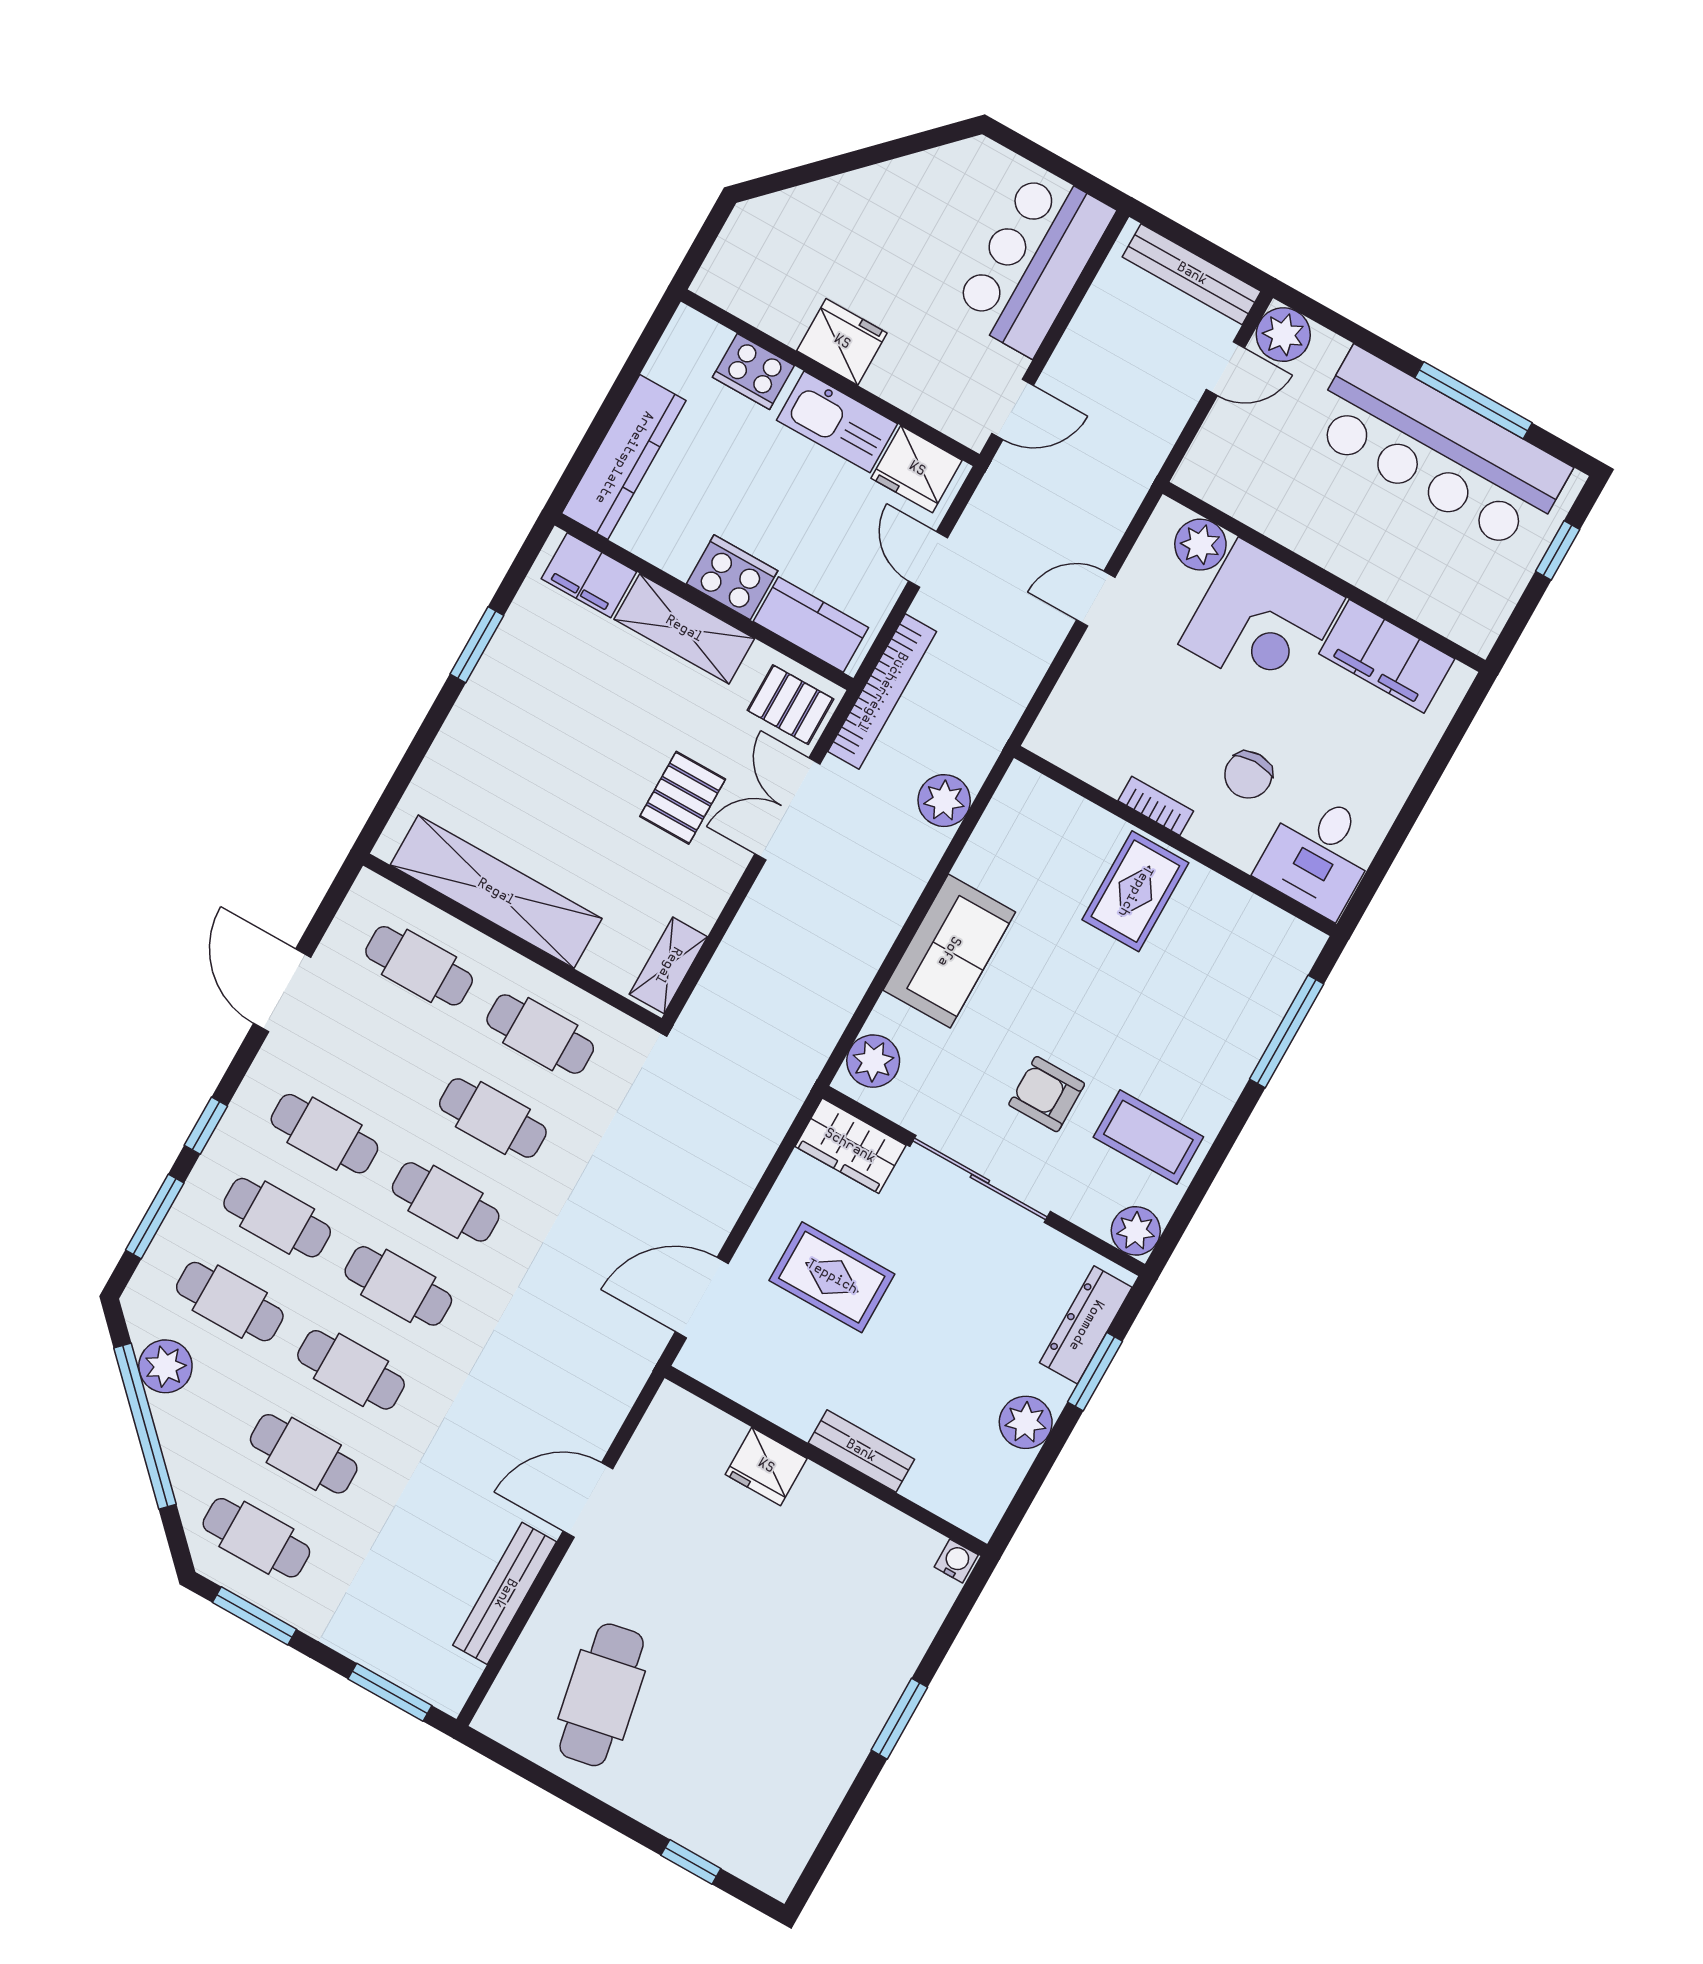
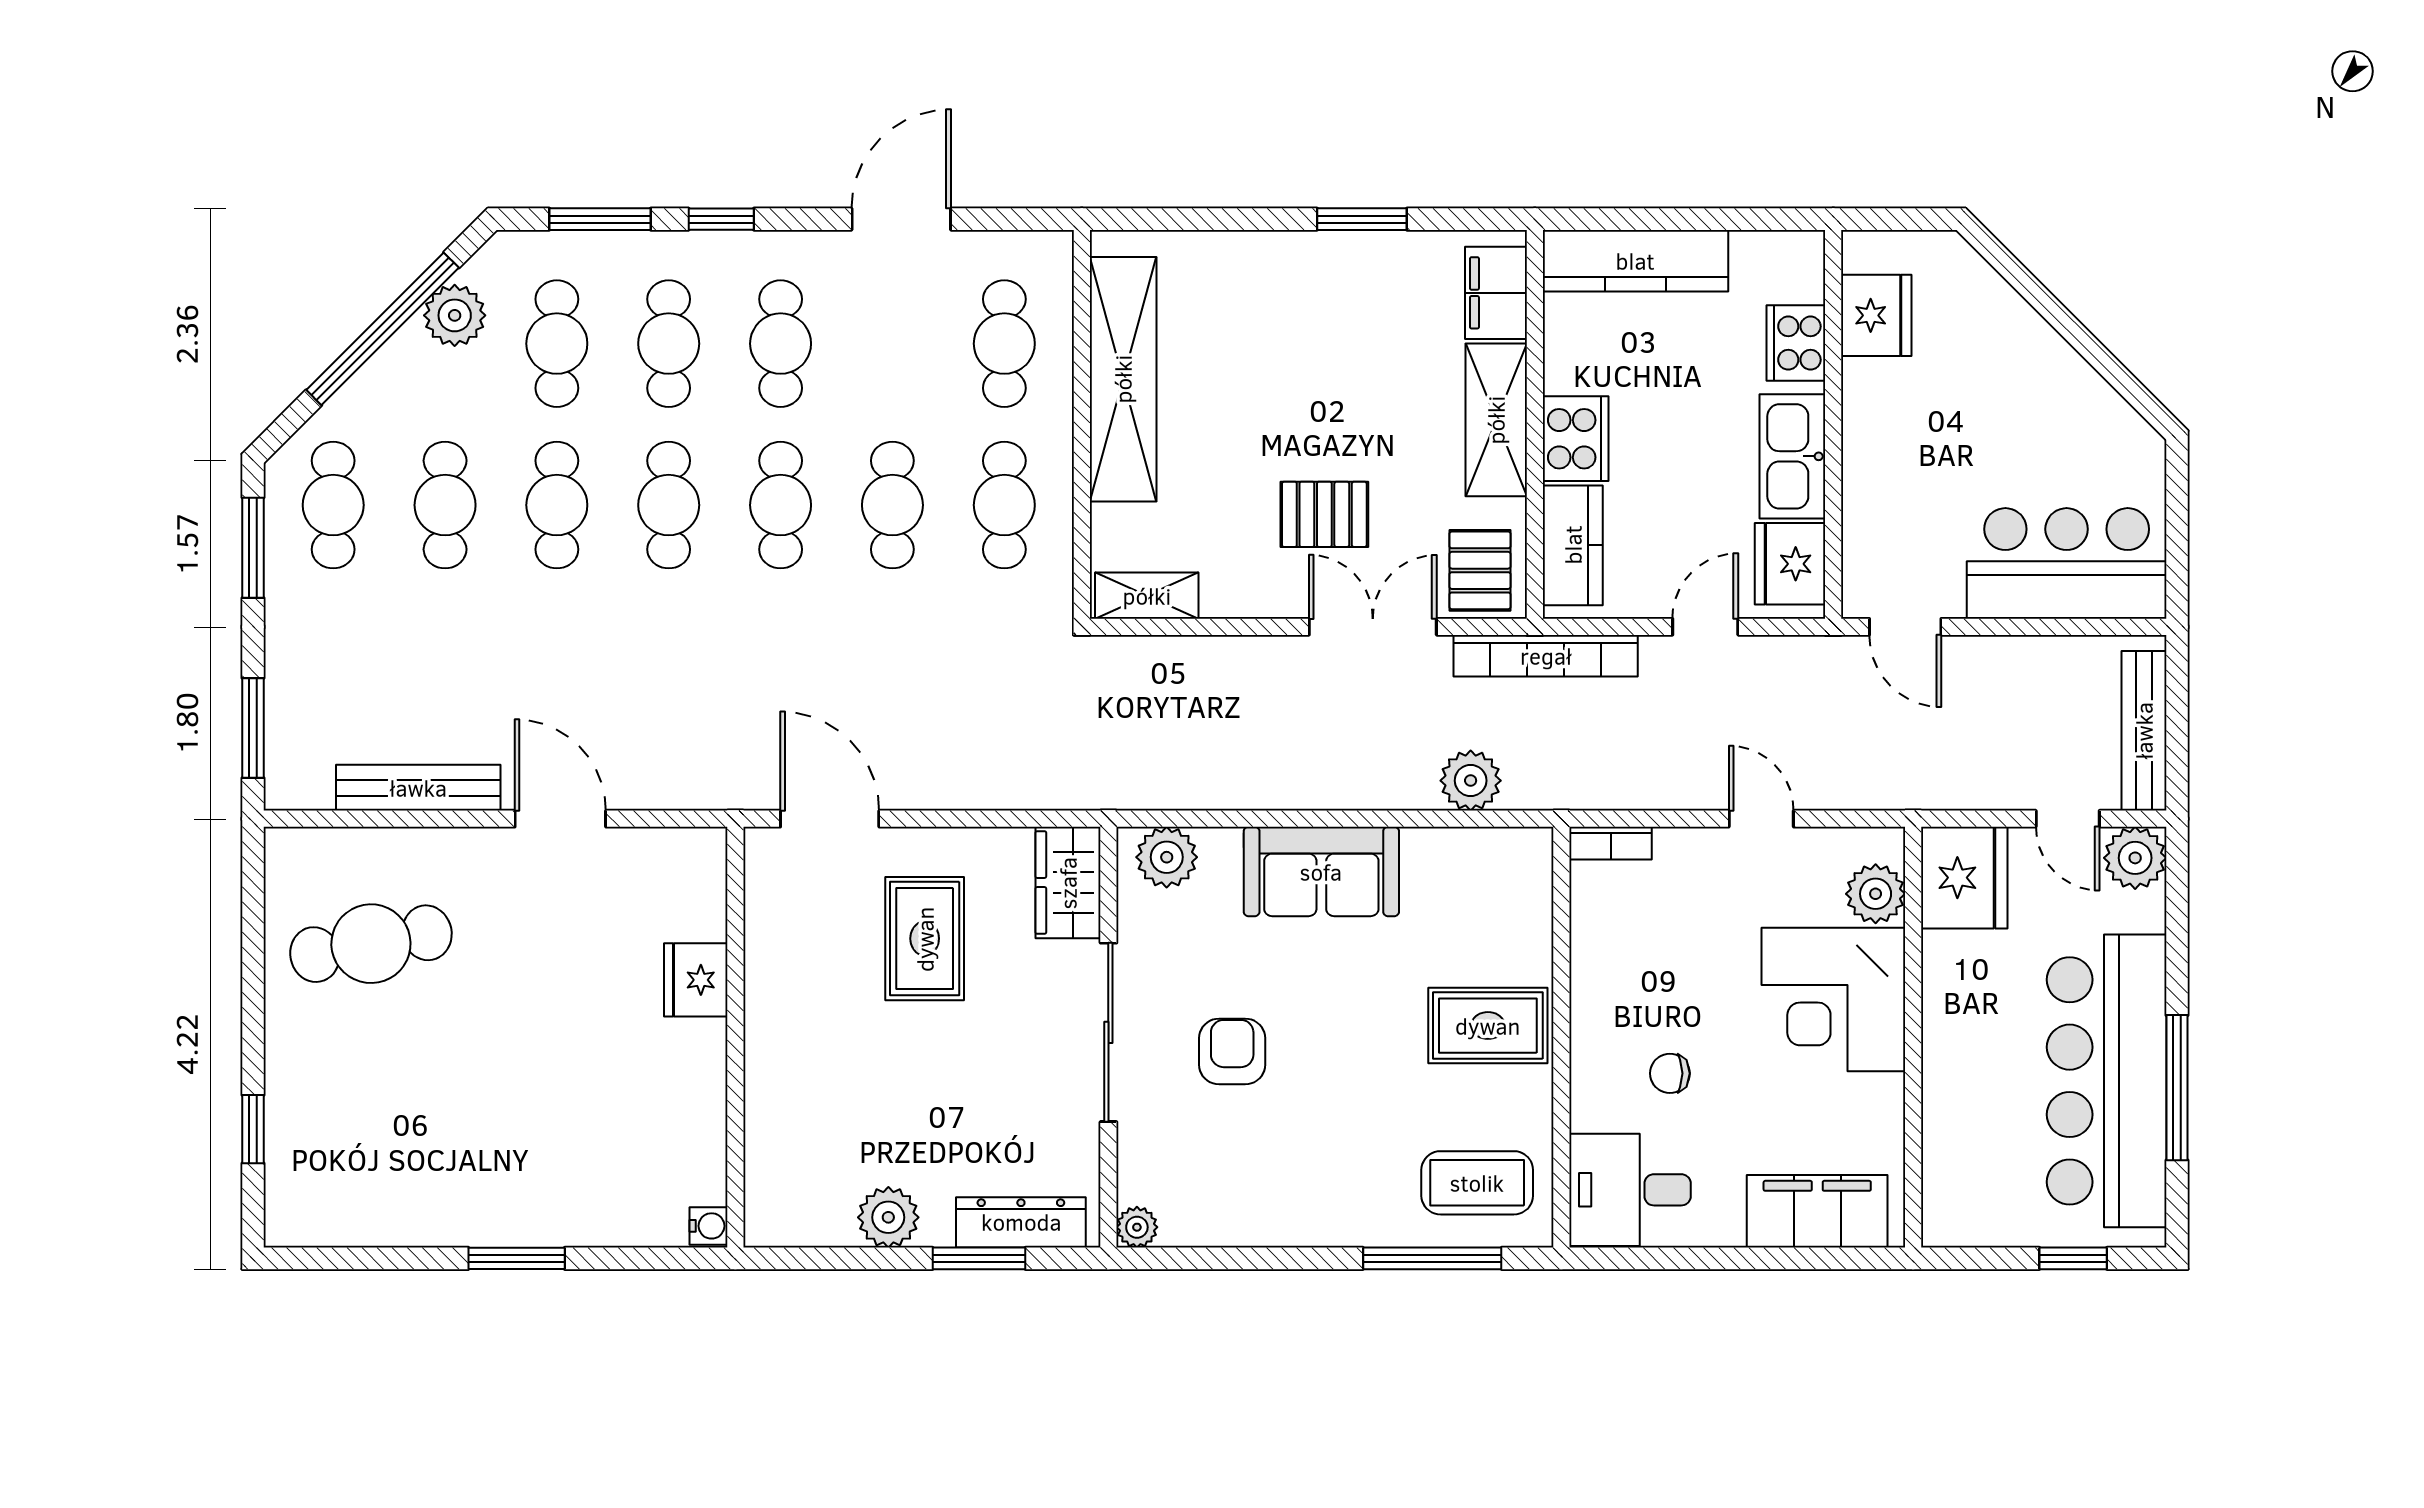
fridge: (842, 342) -> (1876, 315), moved
fridge: (1226, 471) -> (1964, 878), added
filing cabinet: (1387, 656) -> (1817, 1211), moved, turned 90
chair: (1248, 775) -> (1670, 1073), width x0.73, depth x0.73
bookcase: (1156, 806) -> (1611, 843), moved, turned 90
coffee table: (1148, 1137) -> (1477, 1183), moved, turned 90
plant: (1136, 1231) -> (1137, 1227), width x0.73, depth x0.73
bench: (861, 1451) -> (766, 1068), removed

